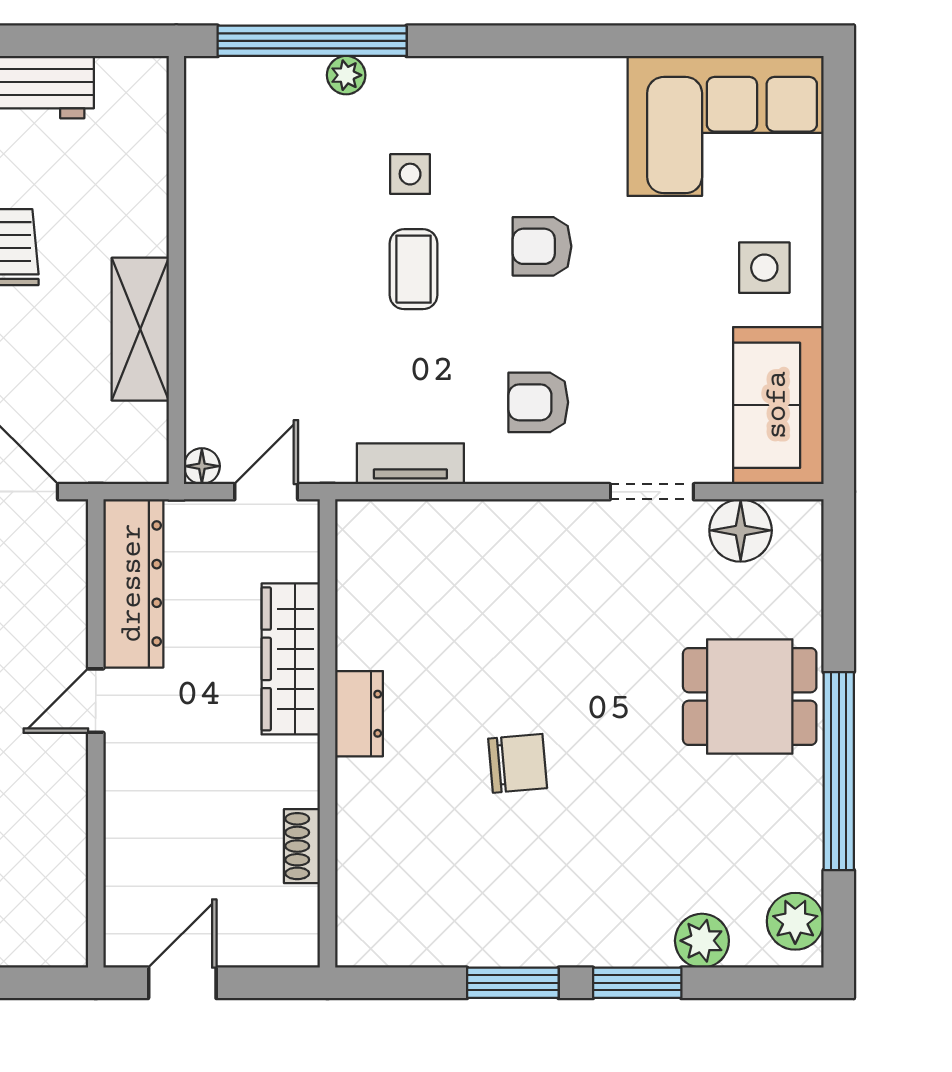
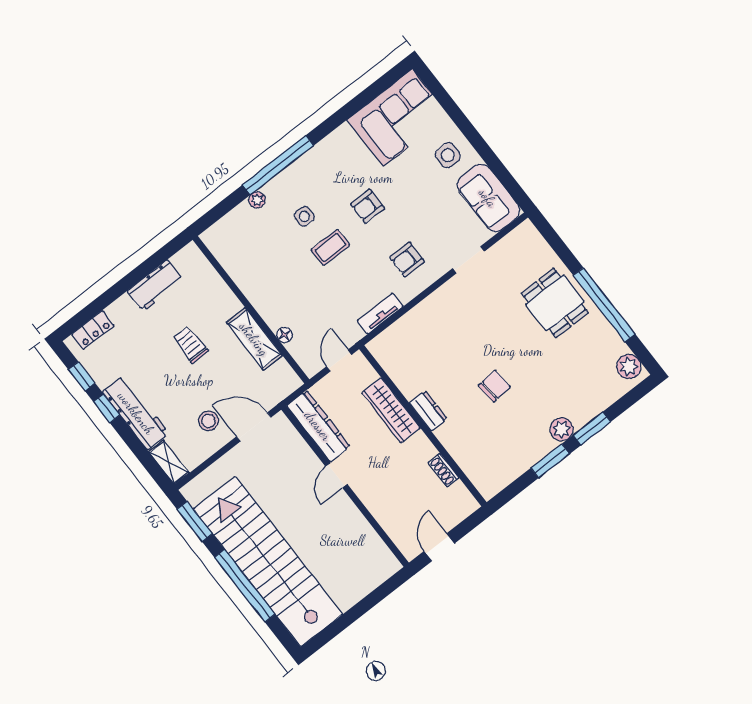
window: (312, 41) -> (278, 165), moved
coffee table: (414, 269) -> (330, 247), turned 90
floor lamp: (202, 466) -> (284, 335), moved
floor lamp: (741, 530) -> (508, 250), removed
dining table: (750, 697) -> (555, 303), turned 90
plant: (702, 941) -> (562, 429), moved

